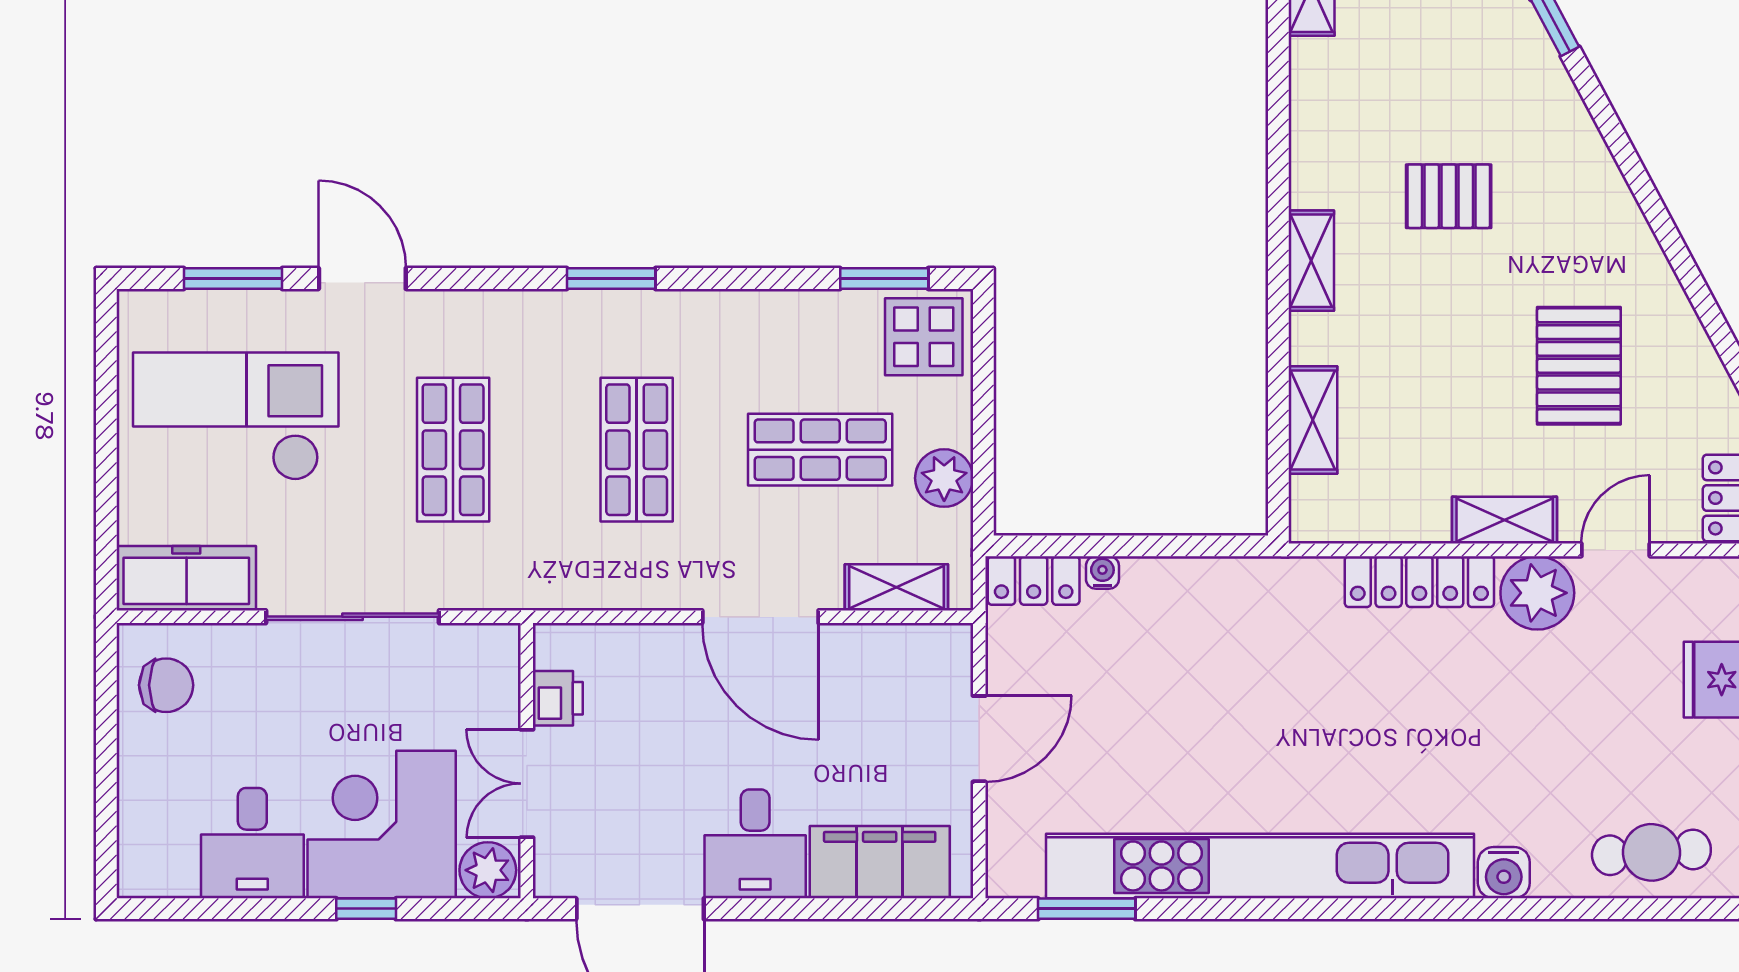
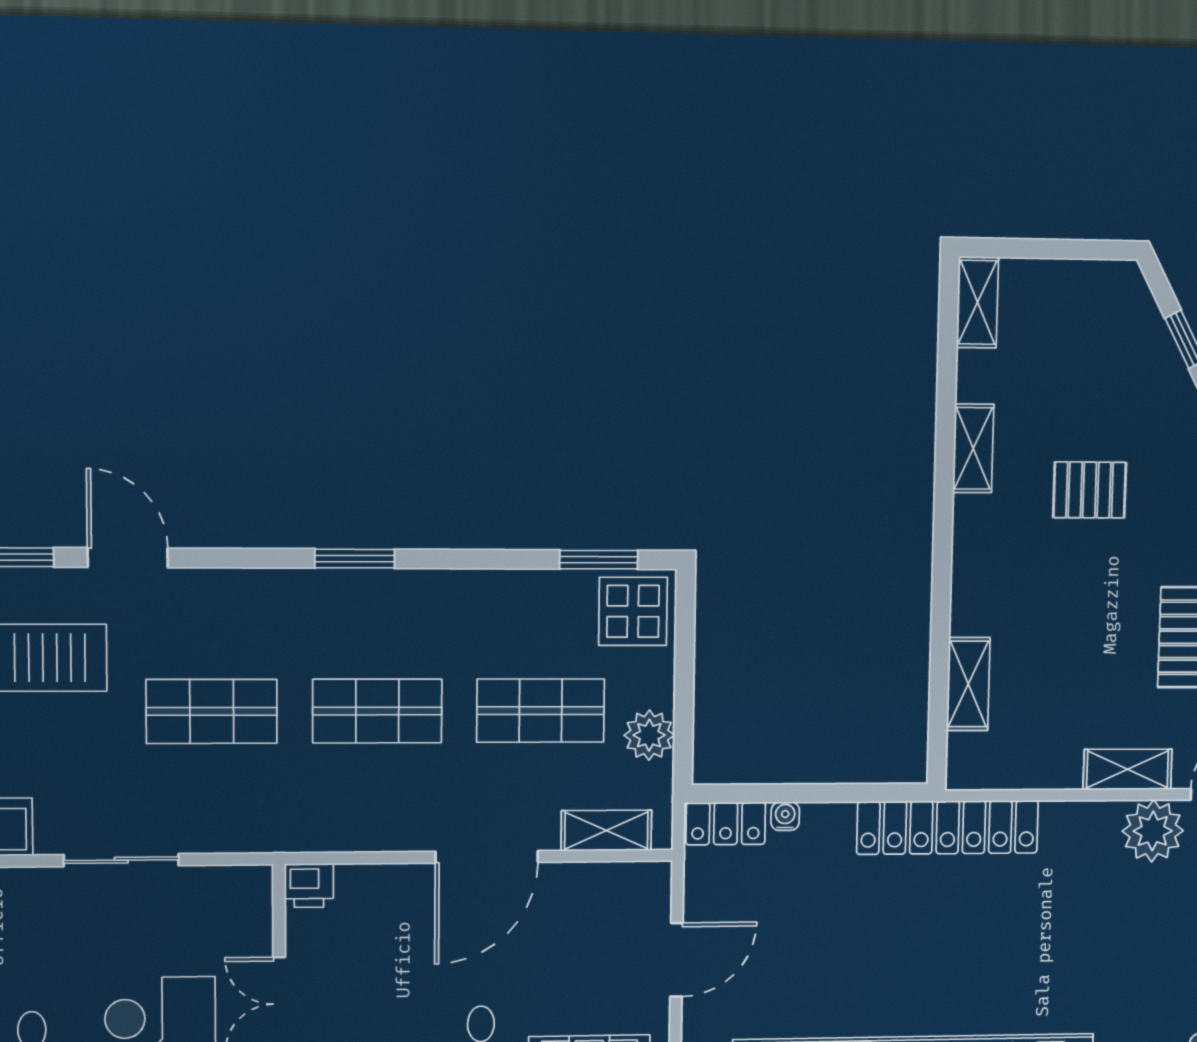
shelving: (1311, 261) -> (973, 448), moved
shop shelf: (453, 450) -> (212, 711), turned 90
shop shelf: (637, 450) -> (377, 711), turned 90
locker: (1419, 582) -> (948, 827), moved, width x1.41, depth x1.21
sliding door: (353, 617) -> (121, 860), width x0.73
door: (760, 617) -> (487, 857), hinge flipped
printer: (558, 698) -> (309, 886), moved, turned 90

